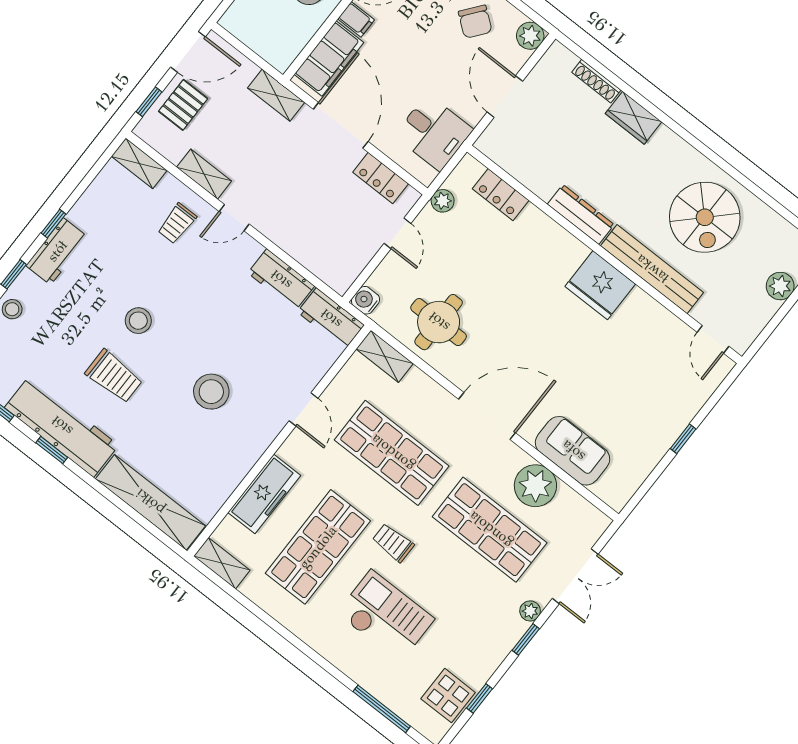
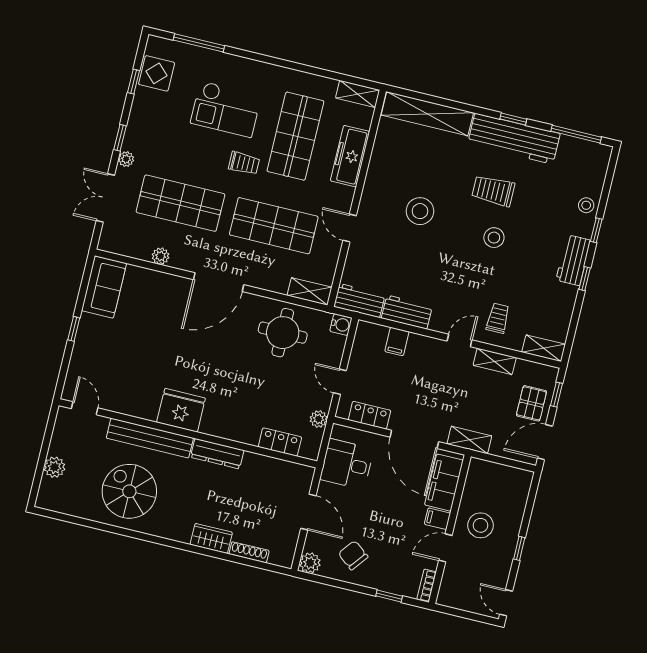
filing cabinet: (309, 250) -> (397, 342), added
sofa: (573, 451) -> (104, 287), moved, turned -90
plant: (535, 486) -> (161, 256), width x0.53, depth x0.53

